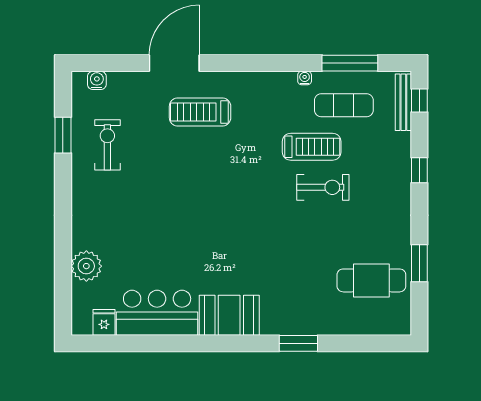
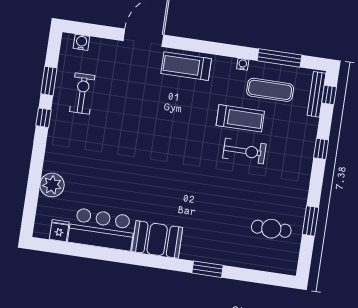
treadmill: (200, 112) -> (186, 66), moved
window: (63, 183) -> (43, 118), added
cafe table: (371, 280) -> (271, 229), width x0.73, depth x0.74

